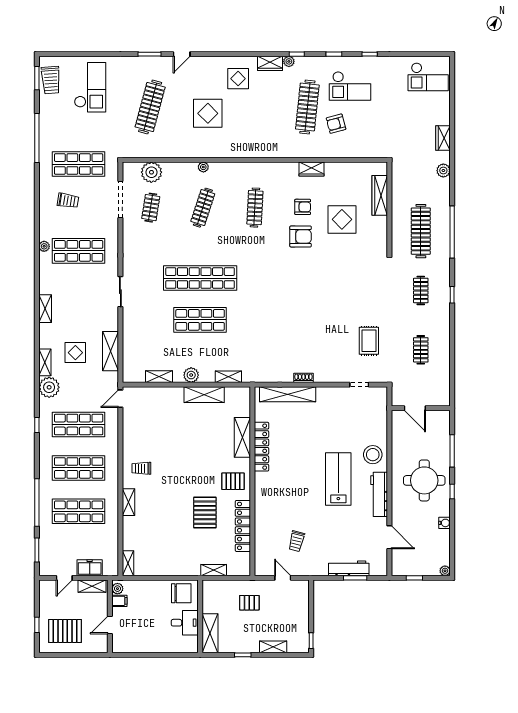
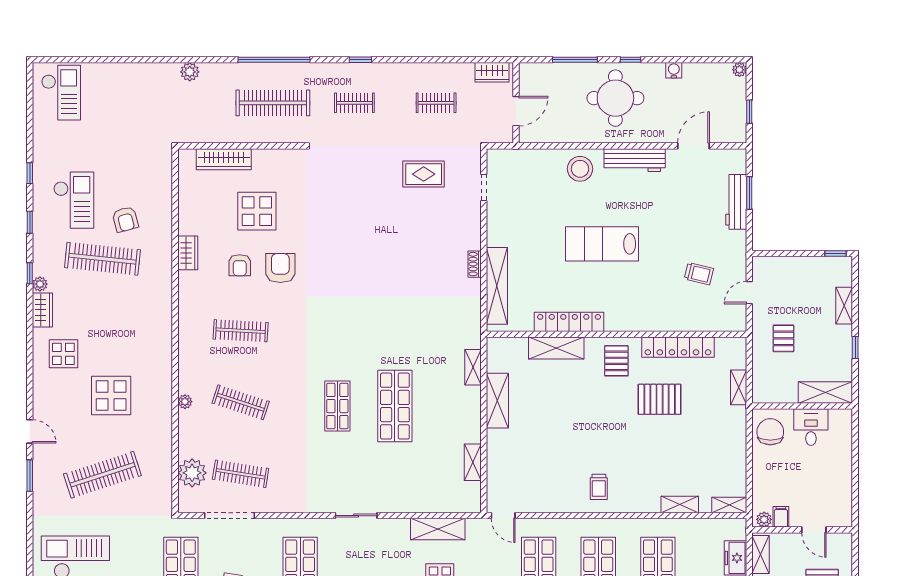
clothes rail: (150, 107) -> (102, 475), turned -33
wardrobe: (443, 138) -> (492, 72), moved
armchair: (303, 207) -> (240, 265), turned 180
clothes rail: (151, 208) -> (241, 474), width x1.36
shop shelf: (200, 278) -> (337, 406), width x0.50, depth x0.74
plant: (191, 375) -> (471, 418), removed
lab bench: (338, 479) -> (602, 244), moved
shelving: (128, 502) -> (680, 504), moved

